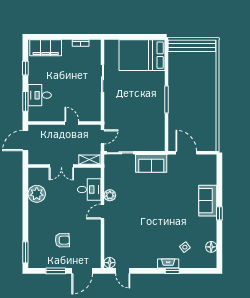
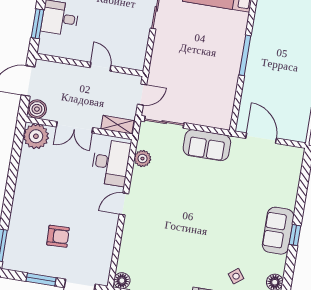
boiler: (34, 158) -> (37, 109), added
desk: (89, 190) -> (111, 163), width x1.37
plant: (37, 194) -> (36, 136), moved
plant: (110, 195) -> (142, 159), moved
sofa: (208, 201) -> (278, 231), moved

